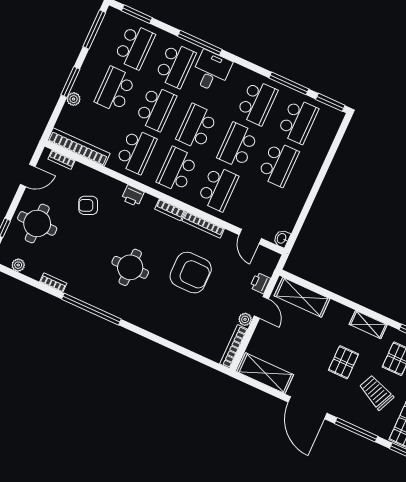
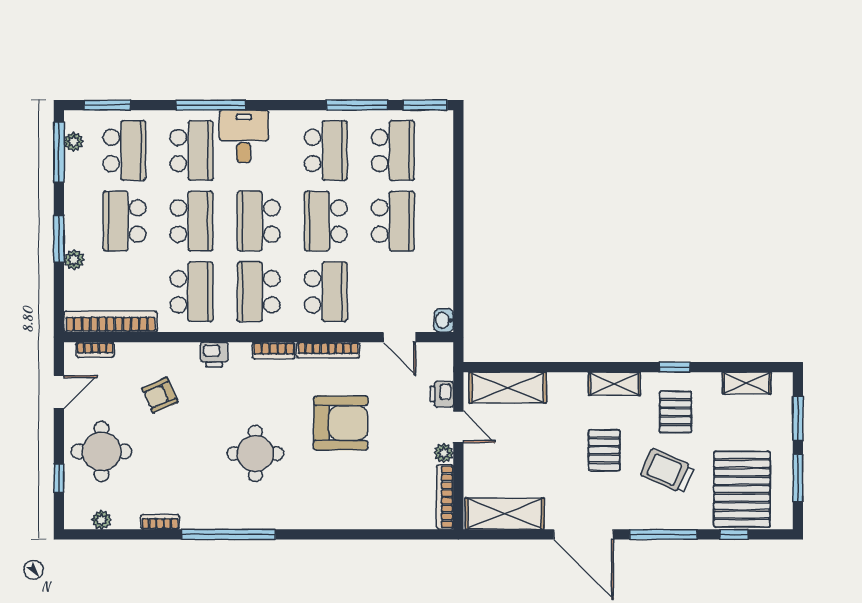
plant: (106, 27) -> (74, 142), added

